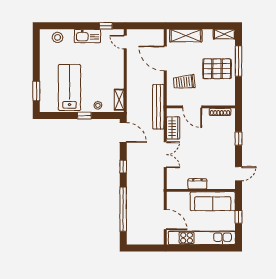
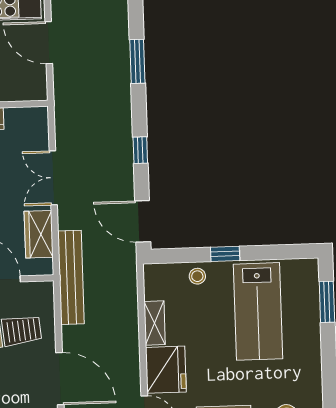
fridge: (114, 61) -> (166, 370), added
shelving: (119, 100) -> (155, 323), moved
window: (123, 209) -> (137, 61), width x0.47

